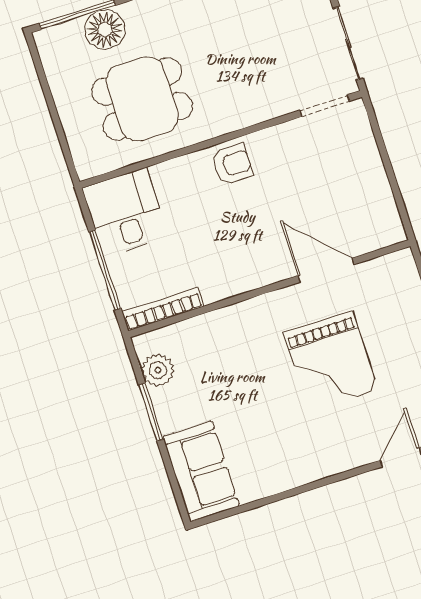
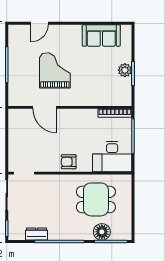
desk: (125, 212) -> (112, 156), width x1.37
plant: (158, 370) -> (125, 70), moved
sofa: (201, 471) -> (101, 35), moved, turned -90

